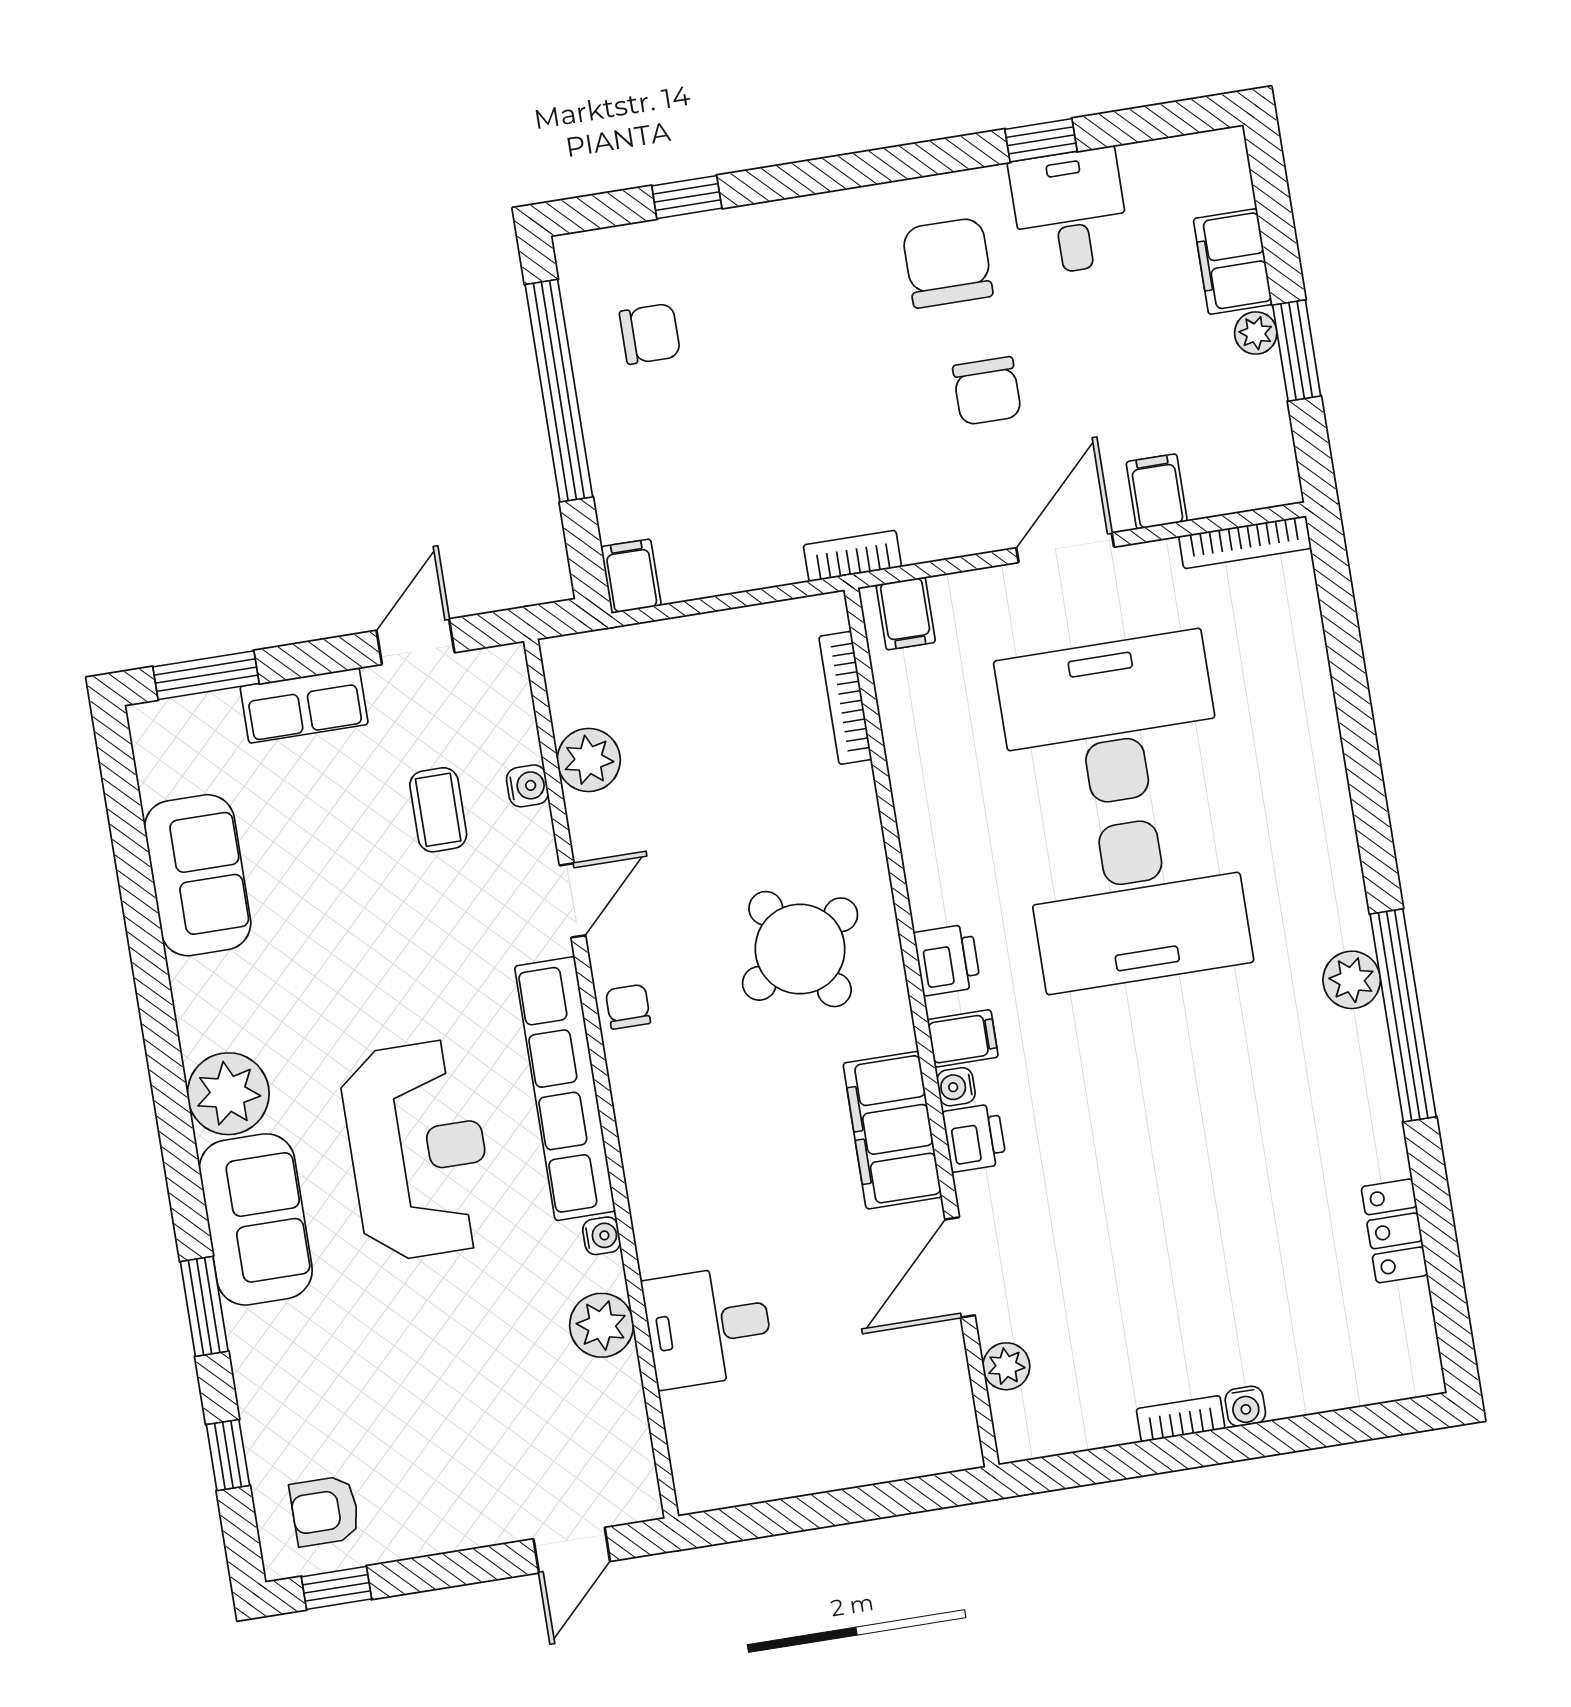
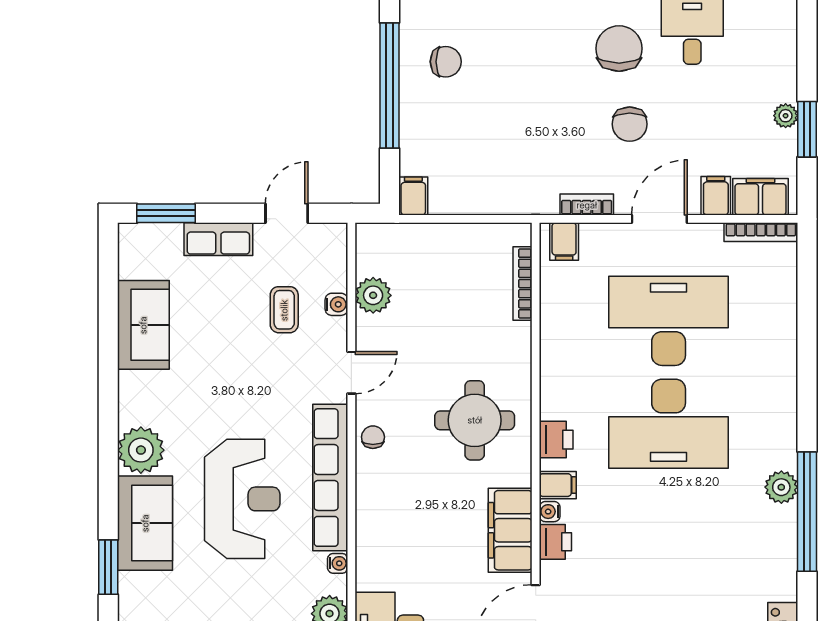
filing cabinet: (1233, 261) -> (761, 197), moved, turned 90
bookcase: (852, 556) -> (587, 205), moved
round table: (800, 949) -> (475, 420), turned 31

